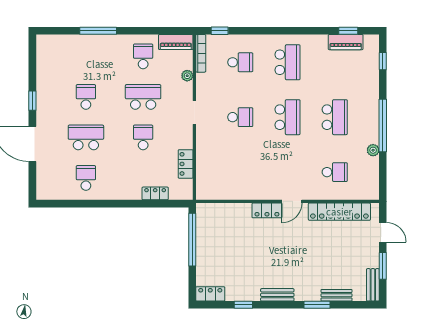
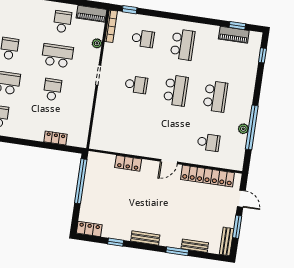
window: (383, 125) -> (252, 127), moved
locker: (186, 164) -> (85, 117), removed
locker: (267, 210) -> (128, 163), moved

